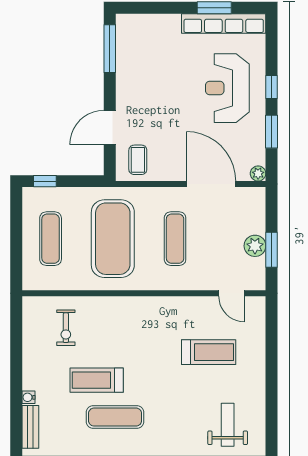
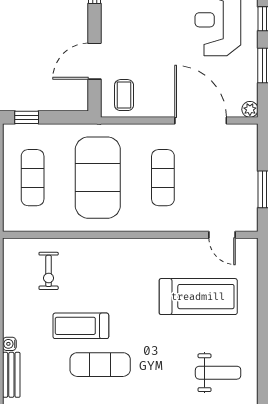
plant: (255, 246) -> (247, 185), removed
treadmill: (209, 352) -> (198, 297), width x1.37, depth x1.38
weight bench: (228, 425) -> (218, 373), turned 90

